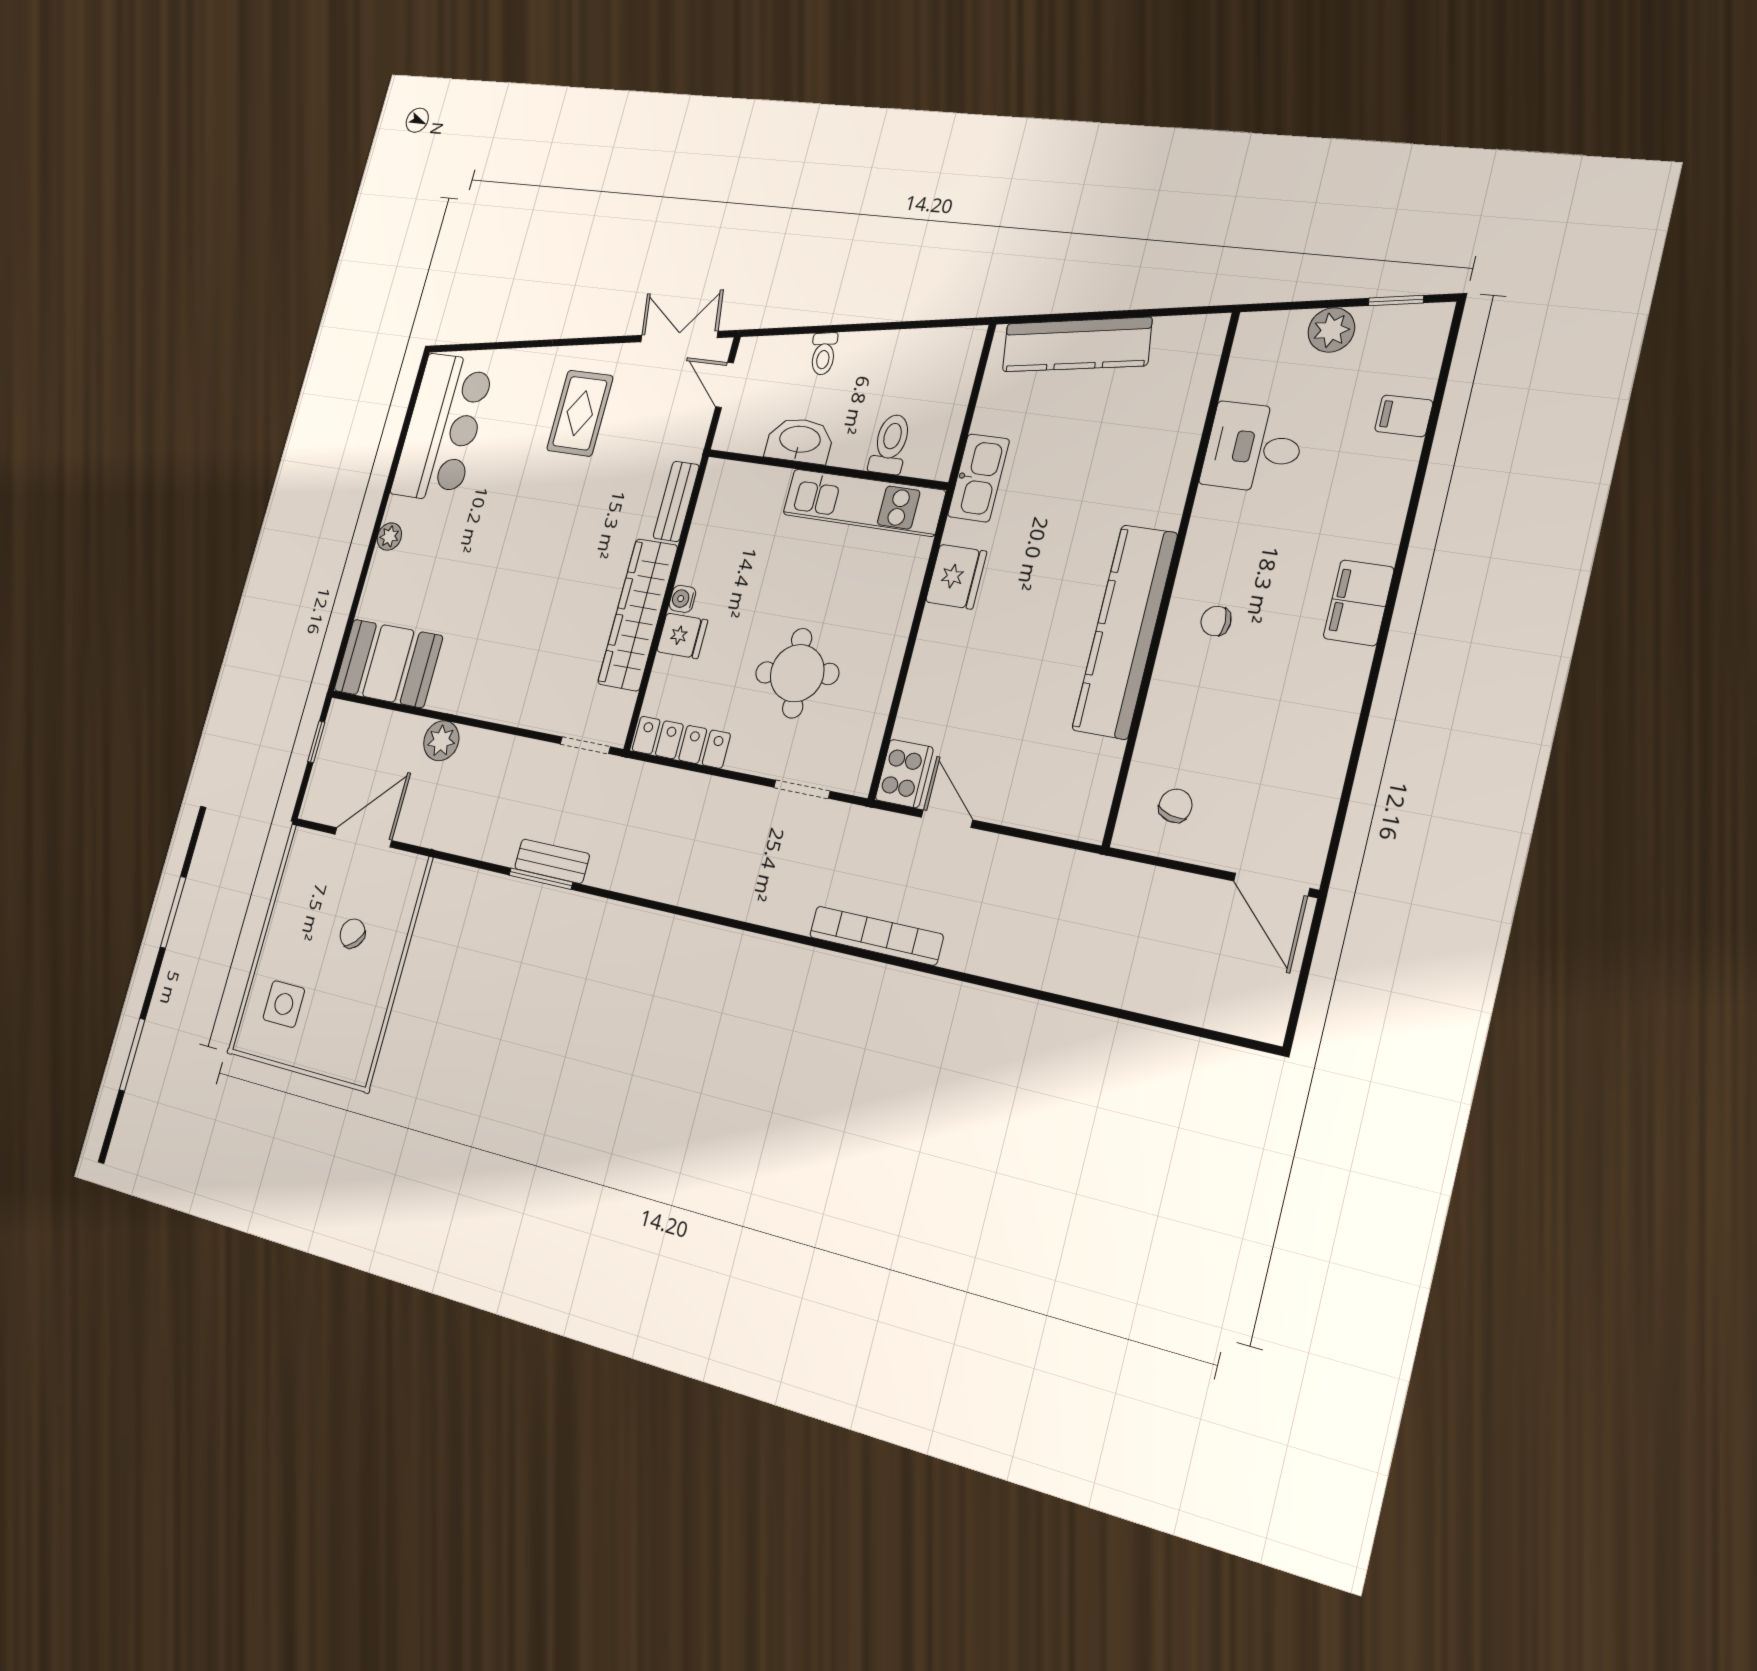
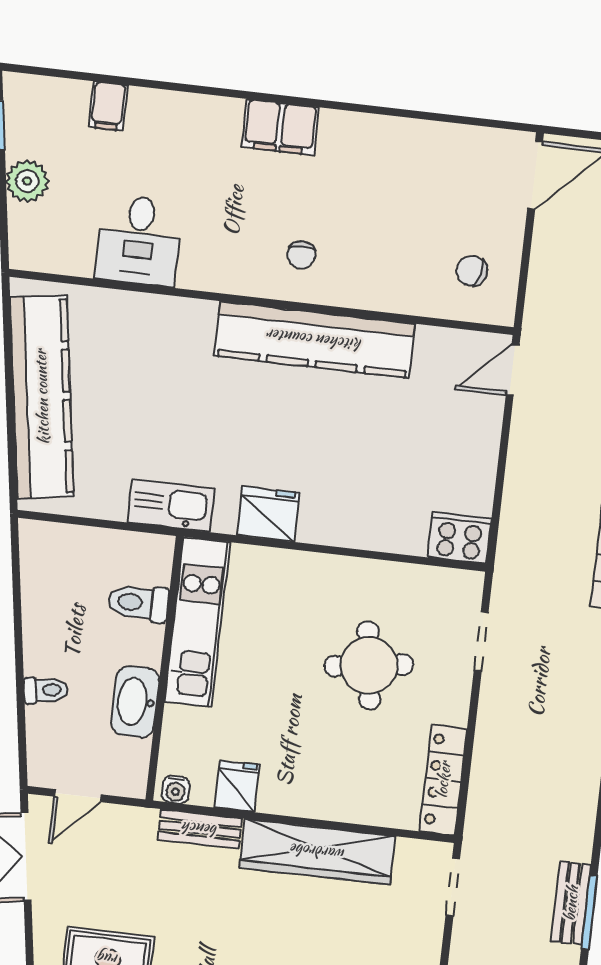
kitchen counter: (1077, 345) -> (42, 397), width x1.39, depth x1.17
water cooler: (682, 599) -> (176, 790), moved
fridge: (682, 636) -> (237, 786), moved
door: (947, 819) -> (513, 370), moved

